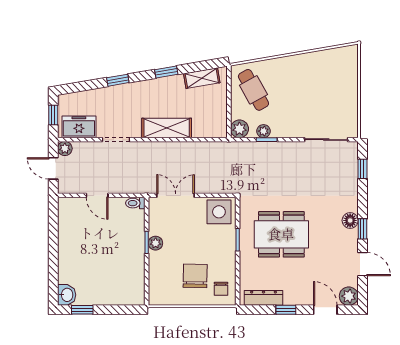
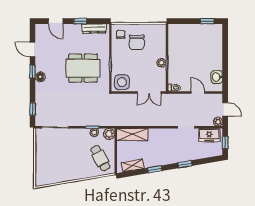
shelving: (167, 128) -> (132, 134), moved
washbasin: (67, 295) -> (217, 77), moved
plant: (349, 296) -> (41, 30), removed

